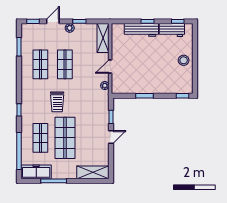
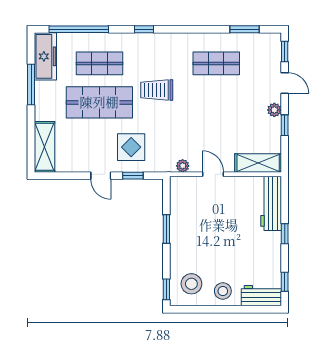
workbench: (141, 30) -> (271, 203), moved
workbench: (172, 30) -> (261, 296), moved, turned 90
shop shelf: (65, 64) -> (216, 102), removed
stool: (179, 80) -> (191, 284), added
display table: (93, 118) -> (131, 147), added

